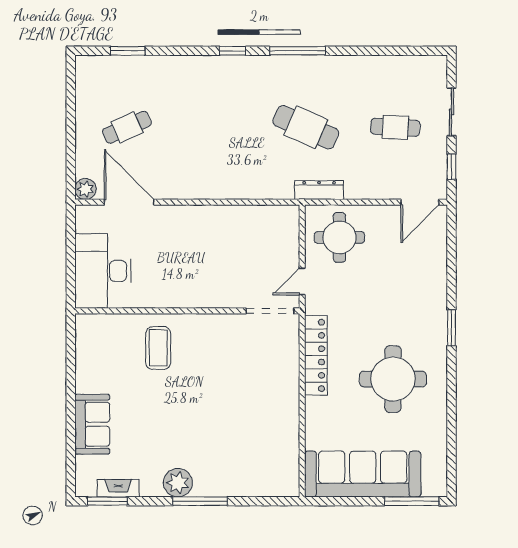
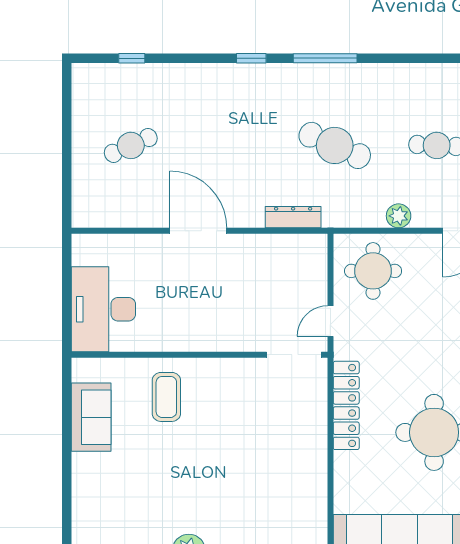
window: (128, 51) -> (132, 58), width x0.67
plant: (86, 189) -> (399, 216), moved
dresser: (319, 190) -> (293, 217), moved
door: (129, 202) -> (198, 231), moved
sofa: (92, 424) -> (91, 417), moved

